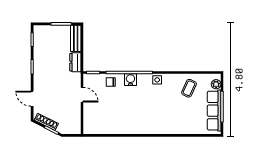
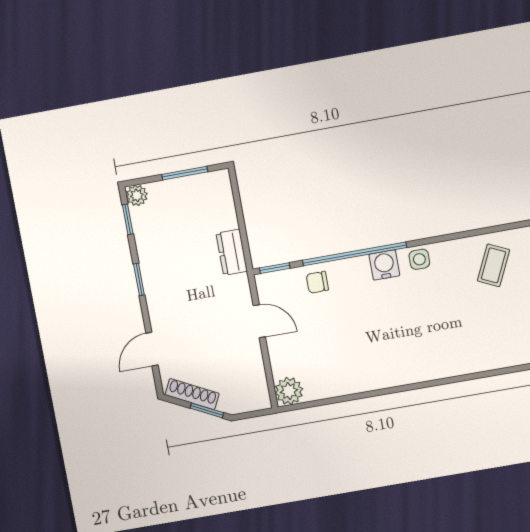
plant: (38, 30) -> (137, 195), added
bench: (76, 38) -> (223, 199), removed
water cooler: (130, 80) -> (384, 265), moved
door: (32, 99) -> (152, 349), hinge flipped
plant: (89, 128) -> (289, 391), added

